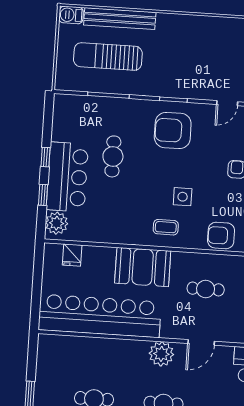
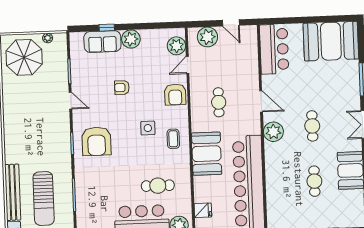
cafe table: (113, 156) -> (158, 186), moved

